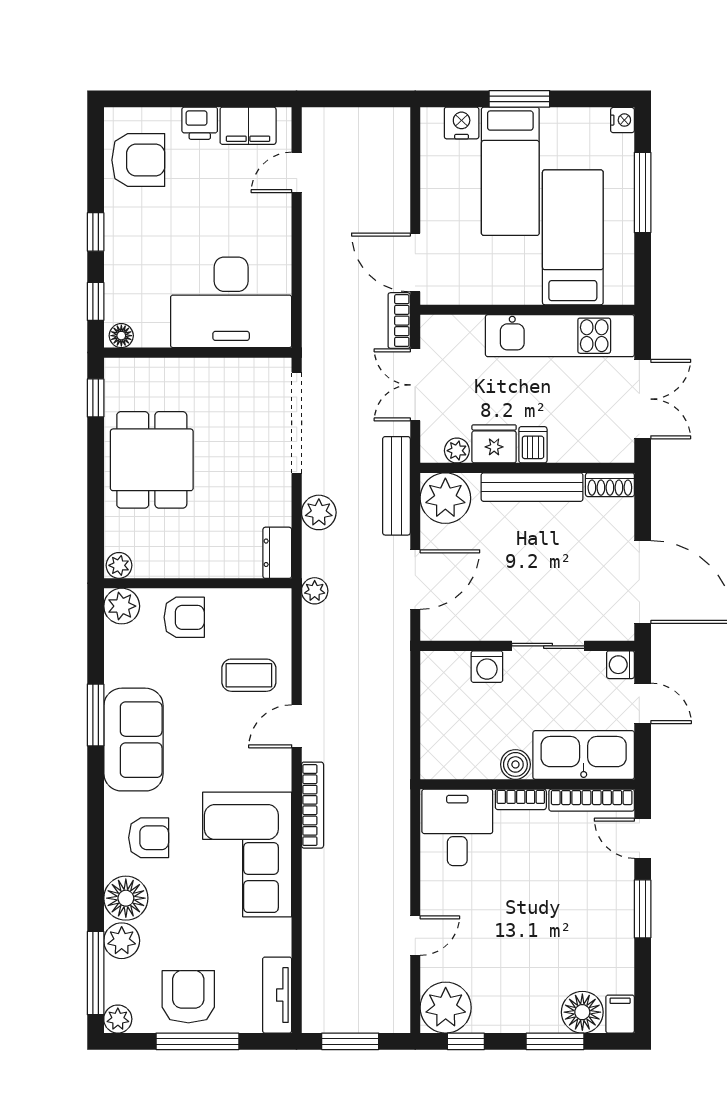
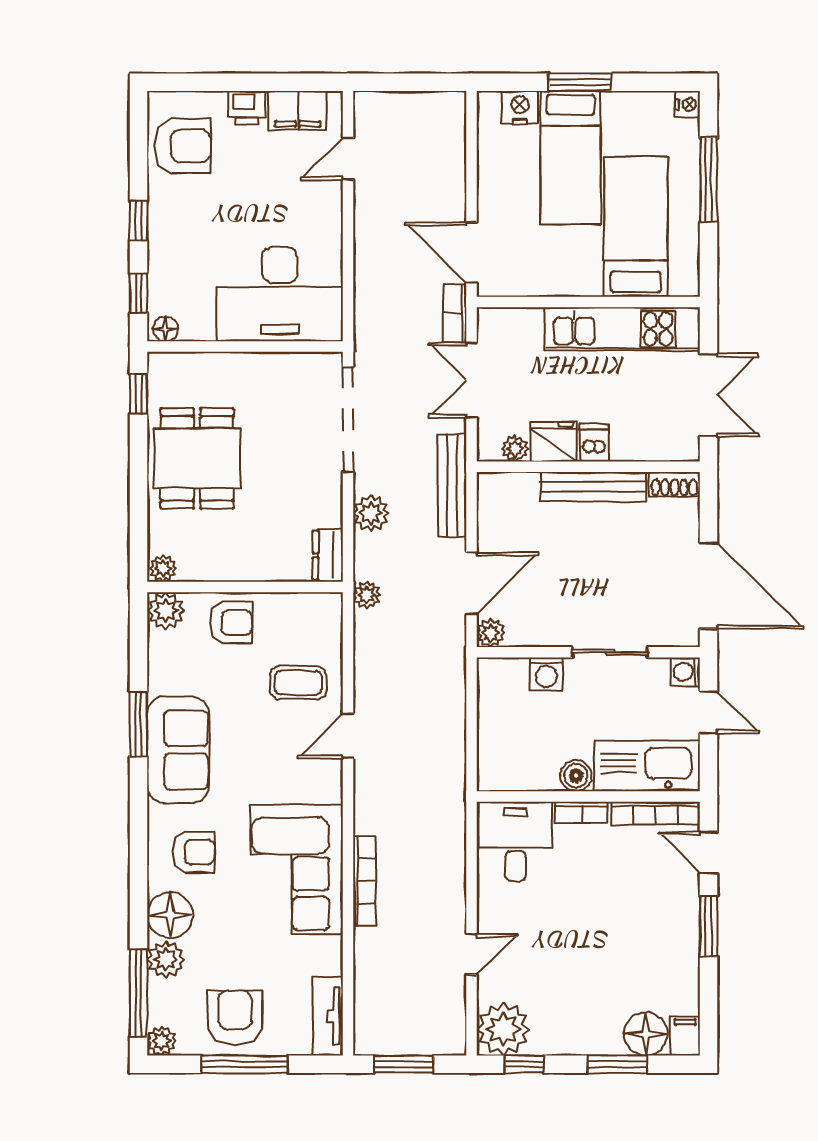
plant: (445, 498) -> (491, 633), moved, width x0.53, depth x0.53
bookcase: (313, 805) -> (365, 881), moved

